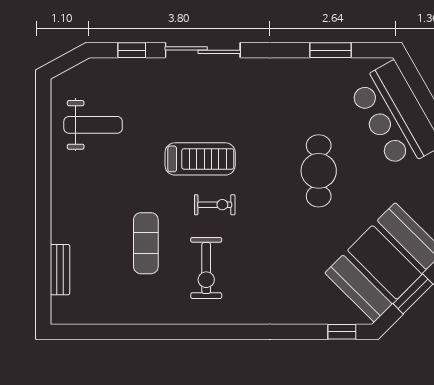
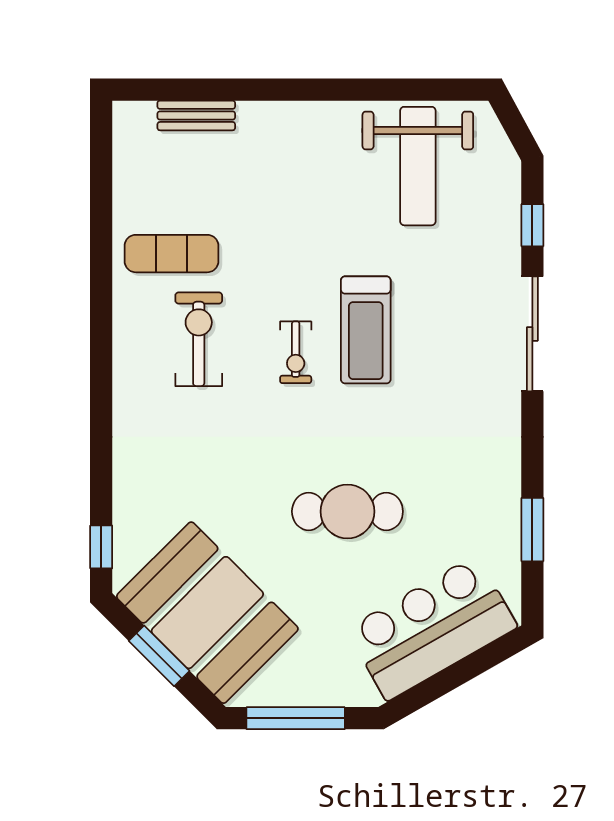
weight bench: (93, 125) -> (418, 166), width x1.36, depth x1.33
exercise mat: (146, 243) -> (171, 254), moved
exercise bike: (206, 268) -> (199, 339), turned 90

